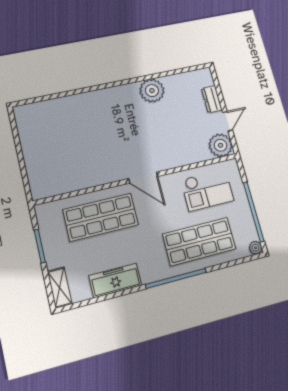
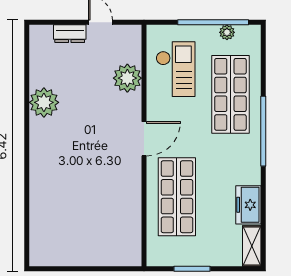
plant: (220, 145) -> (127, 78), moved
plant: (255, 248) -> (227, 32), moved
freezer: (115, 280) -> (248, 205), width x0.71
shelving: (60, 287) -> (252, 246), moved, turned 90

